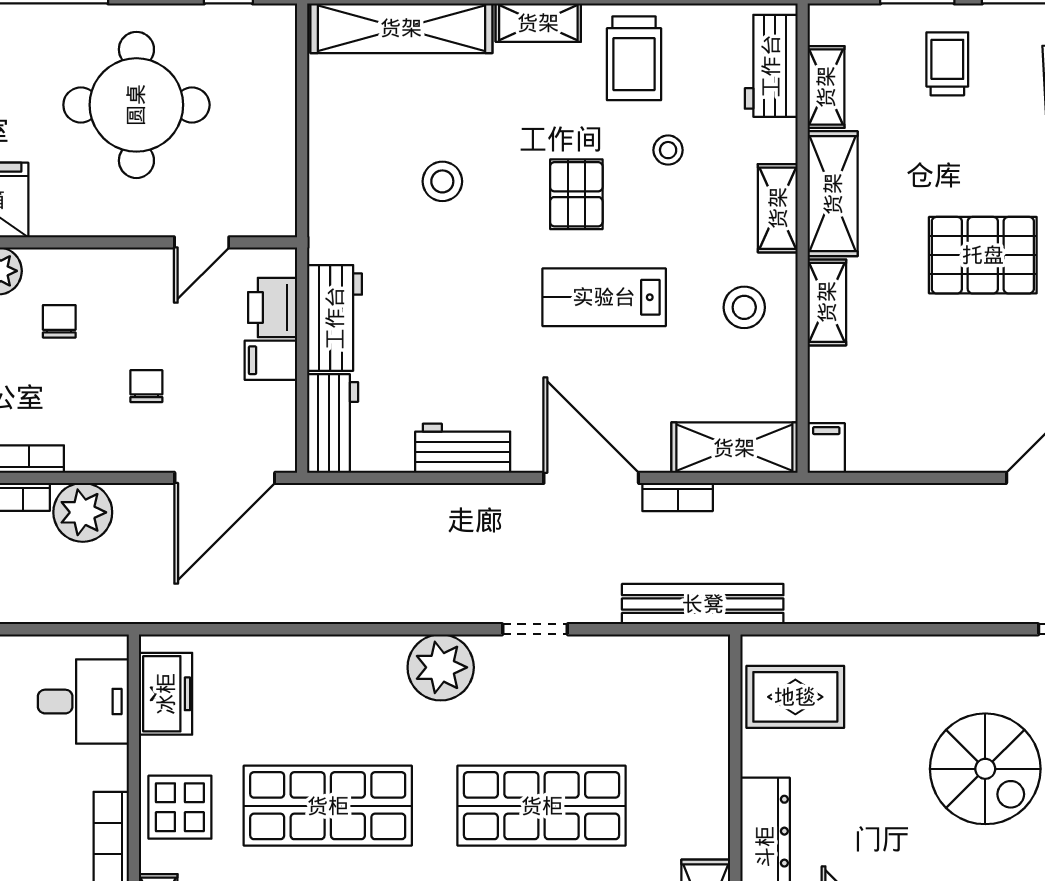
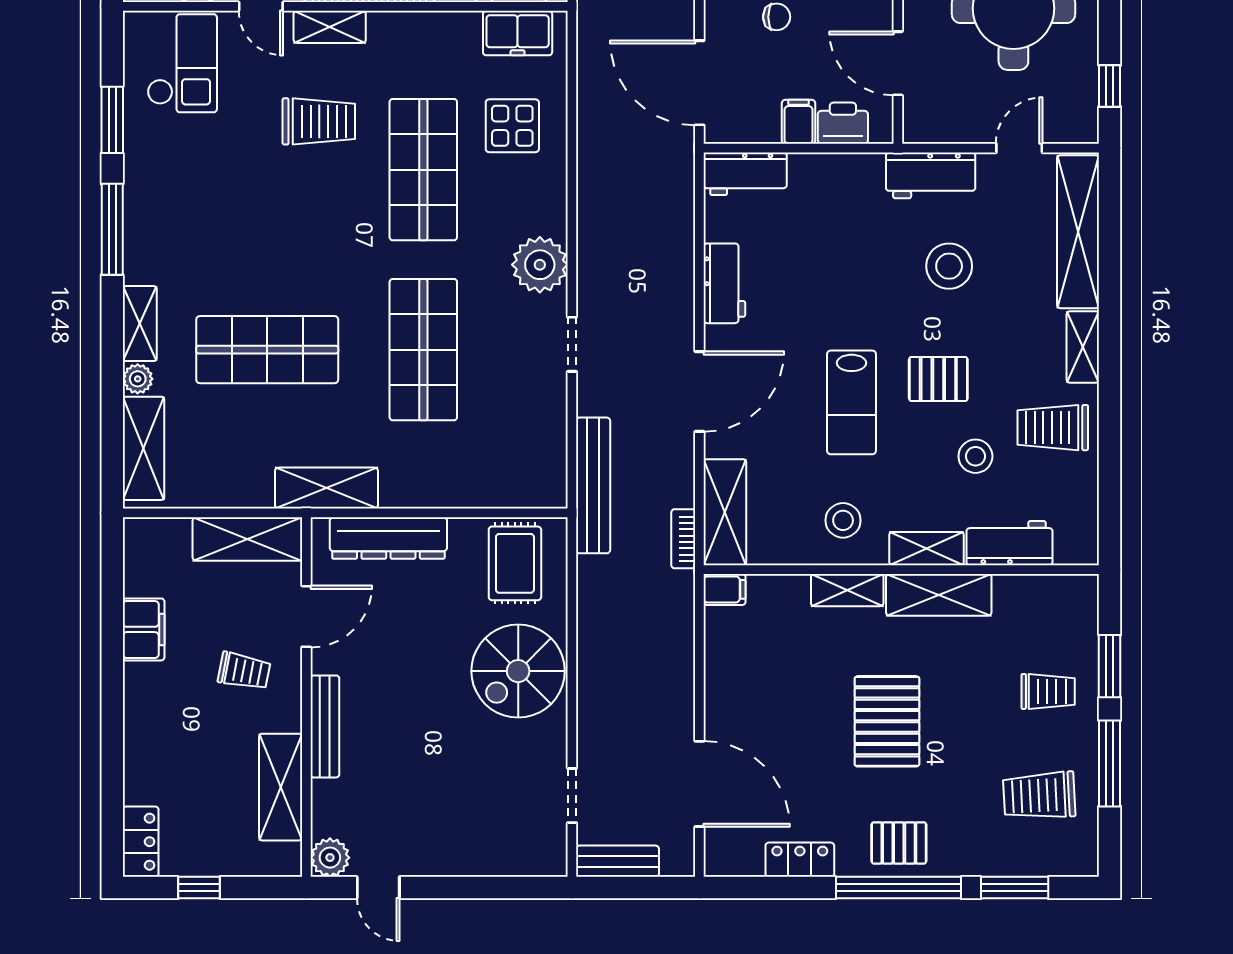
workbench: (771, 66) -> (1010, 543), moved
shelving: (826, 87) -> (1029, 589), removed
door: (302, 98) -> (1019, 148), added
stool: (668, 150) -> (975, 456), width x1.37, depth x1.37
stool: (442, 181) -> (949, 266), width x1.38, depth x1.38
door: (202, 242) -> (898, 63), width x1.38
lab bench: (604, 297) -> (852, 402), turned 180
workbench: (335, 318) -> (931, 175), moved
bookcase: (678, 497) -> (683, 539), moved
spiral stairs: (985, 769) -> (518, 671), moved
display table: (180, 807) -> (512, 126), moved

